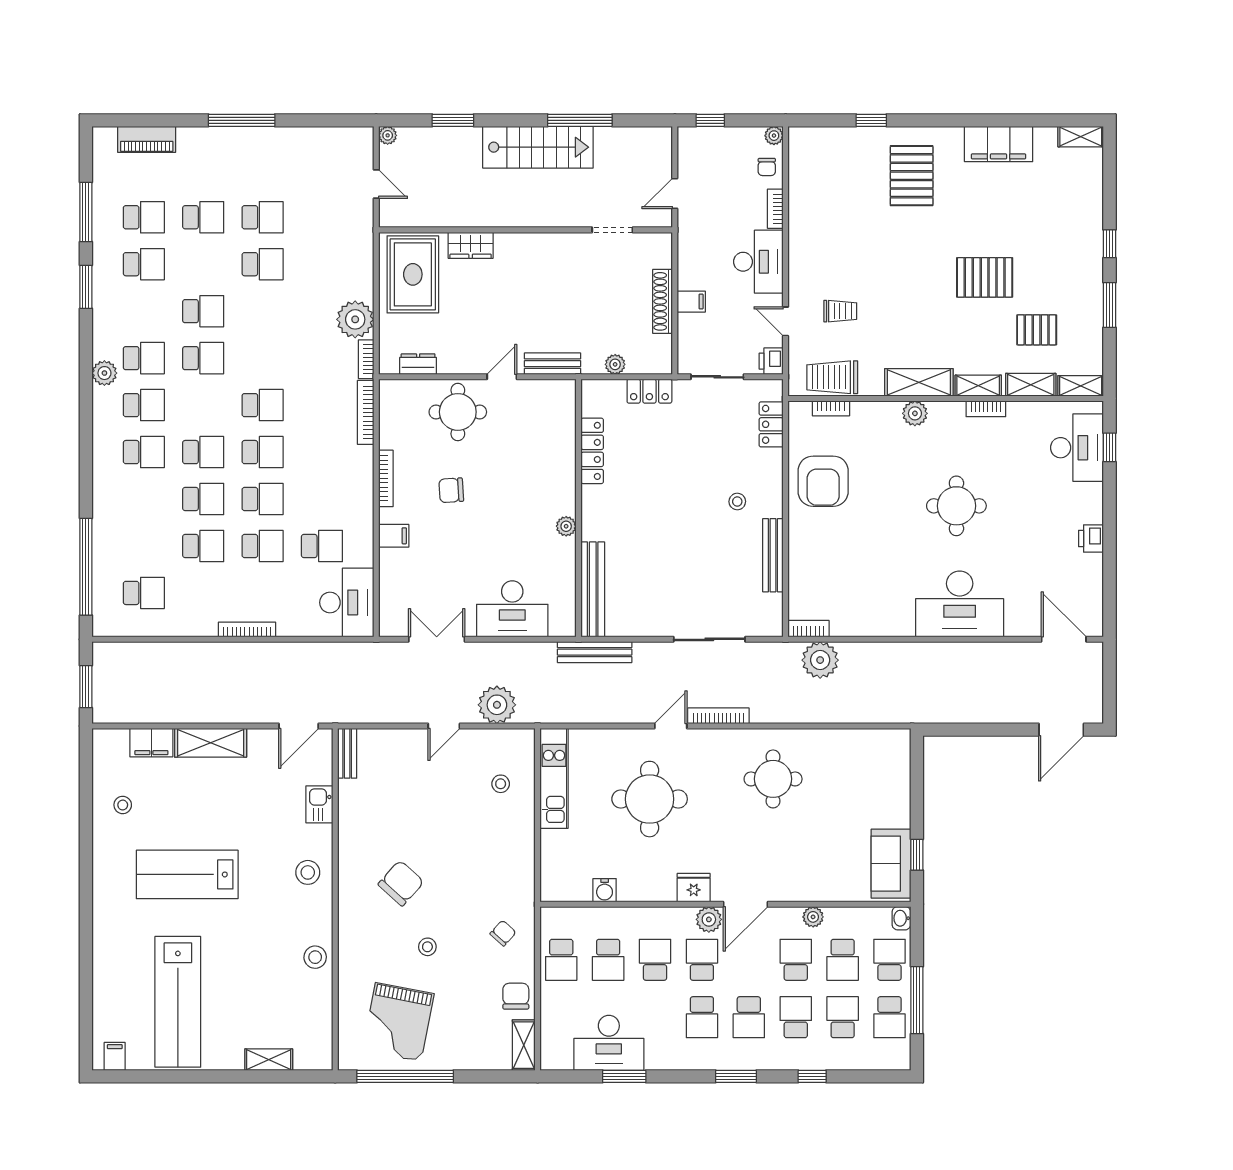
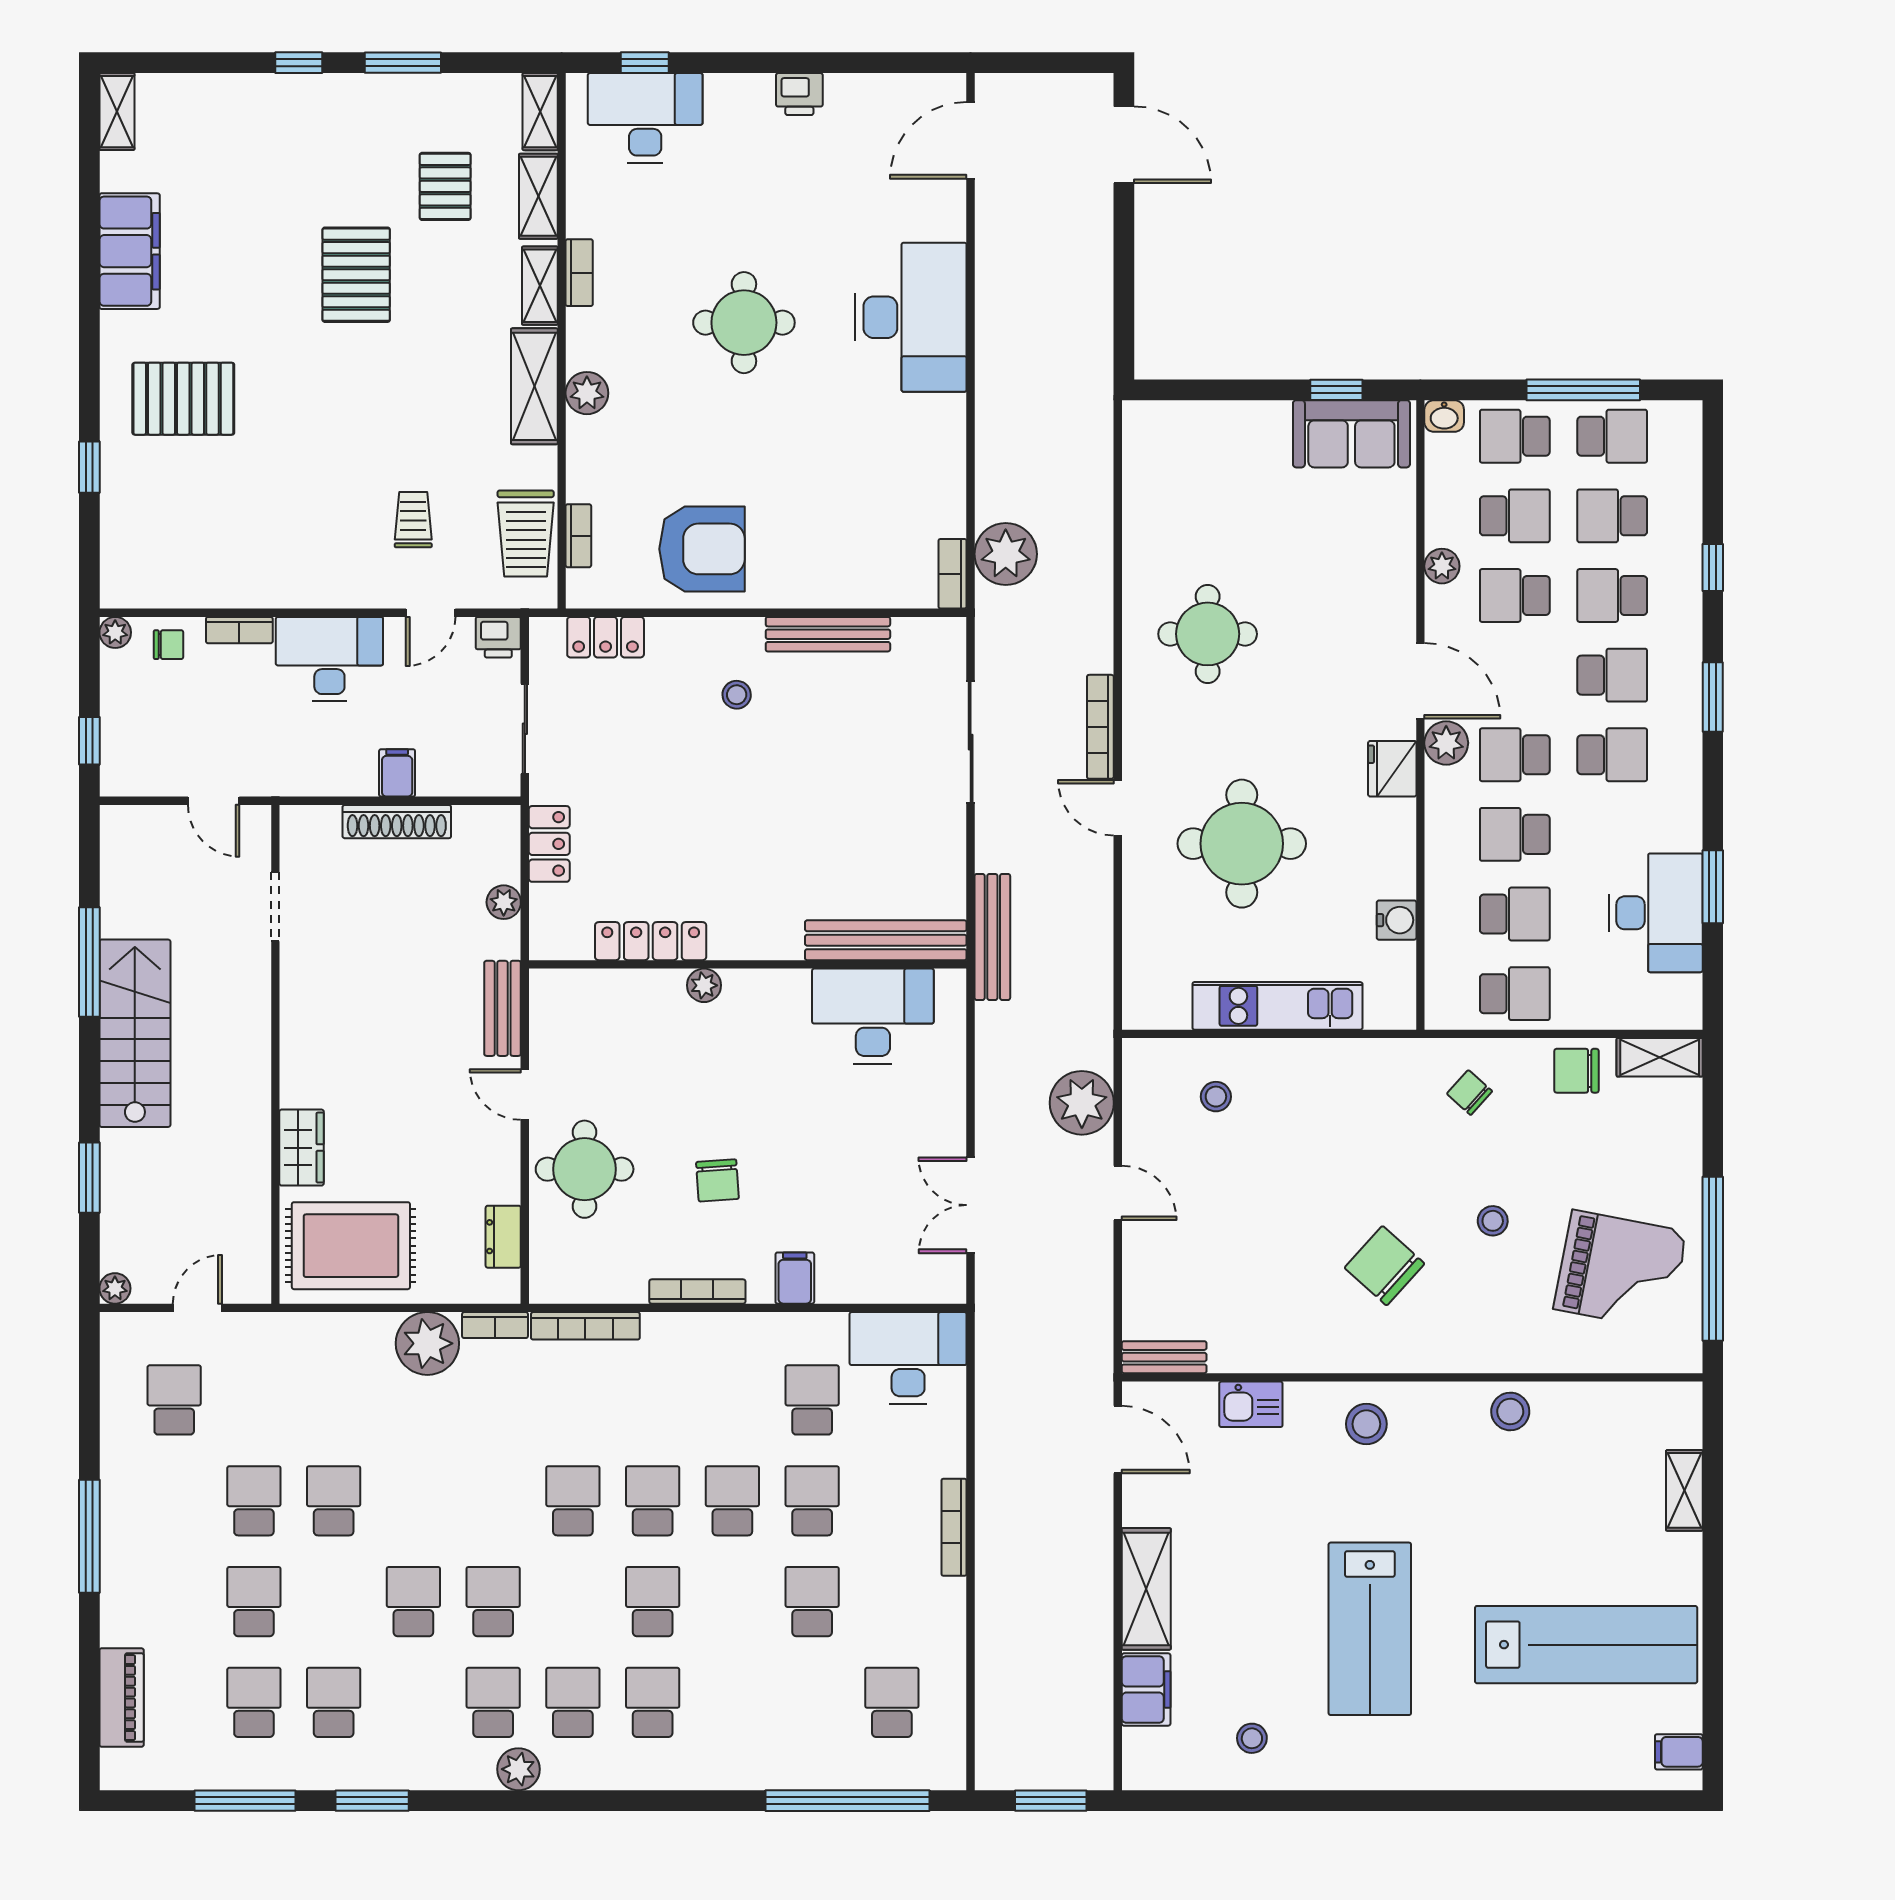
school desk: (203, 499) -> (174, 1400), moved
plant: (566, 526) -> (704, 985), moved
desk: (512, 609) -> (873, 1016), moved, turned -90
kitchen unit: (554, 778) -> (1277, 1006), moved

